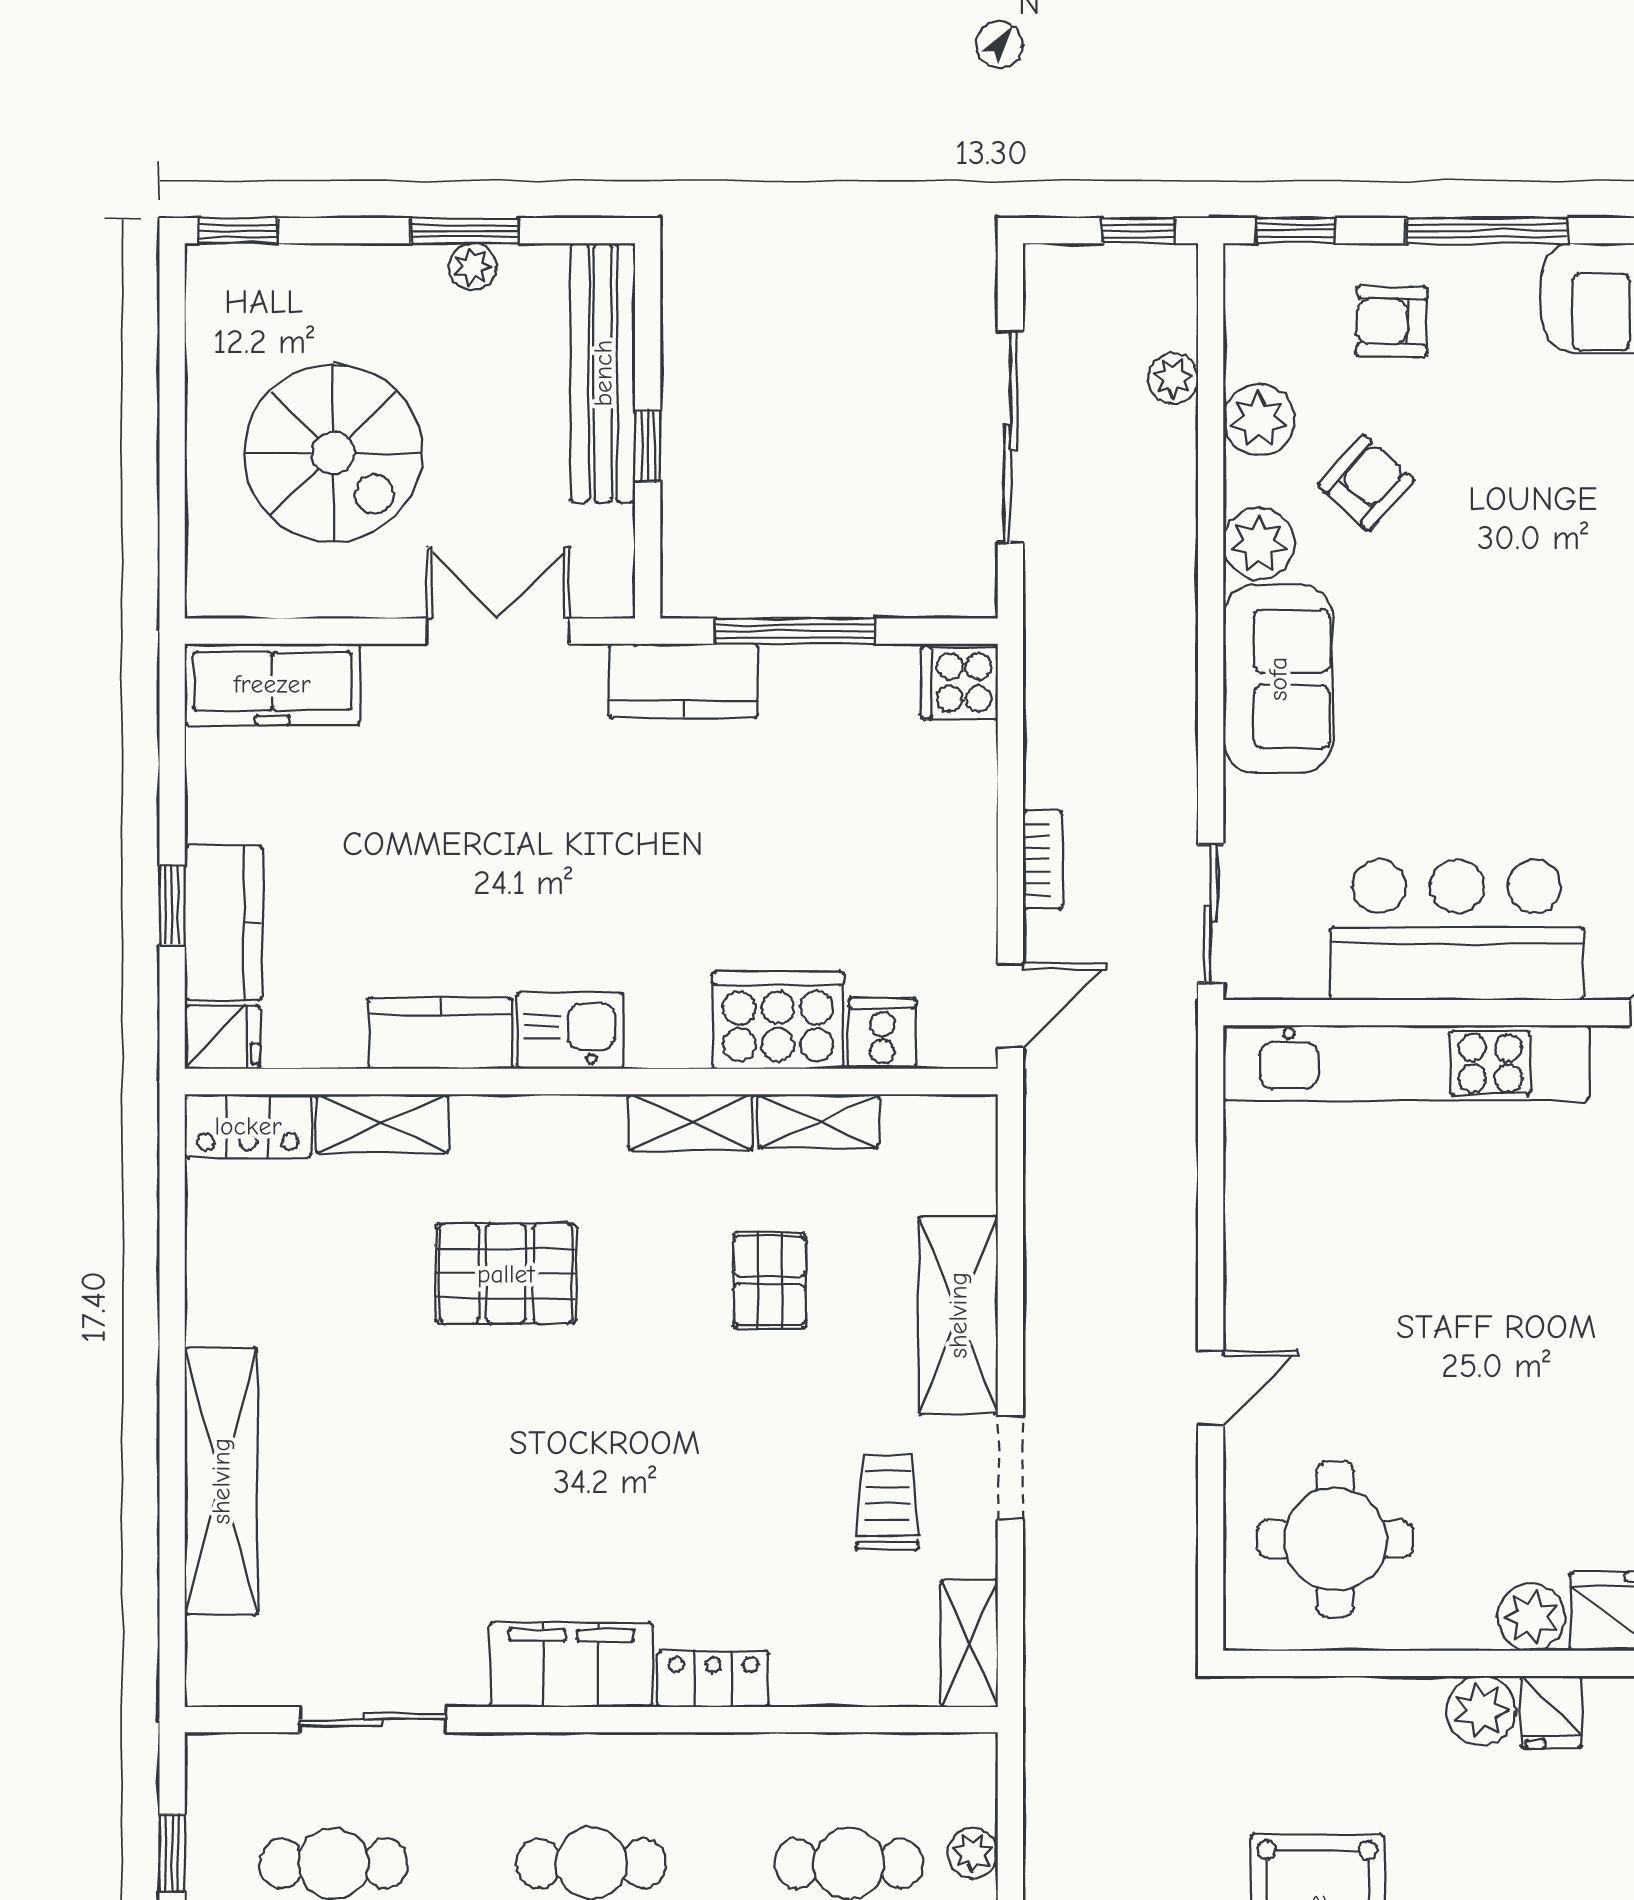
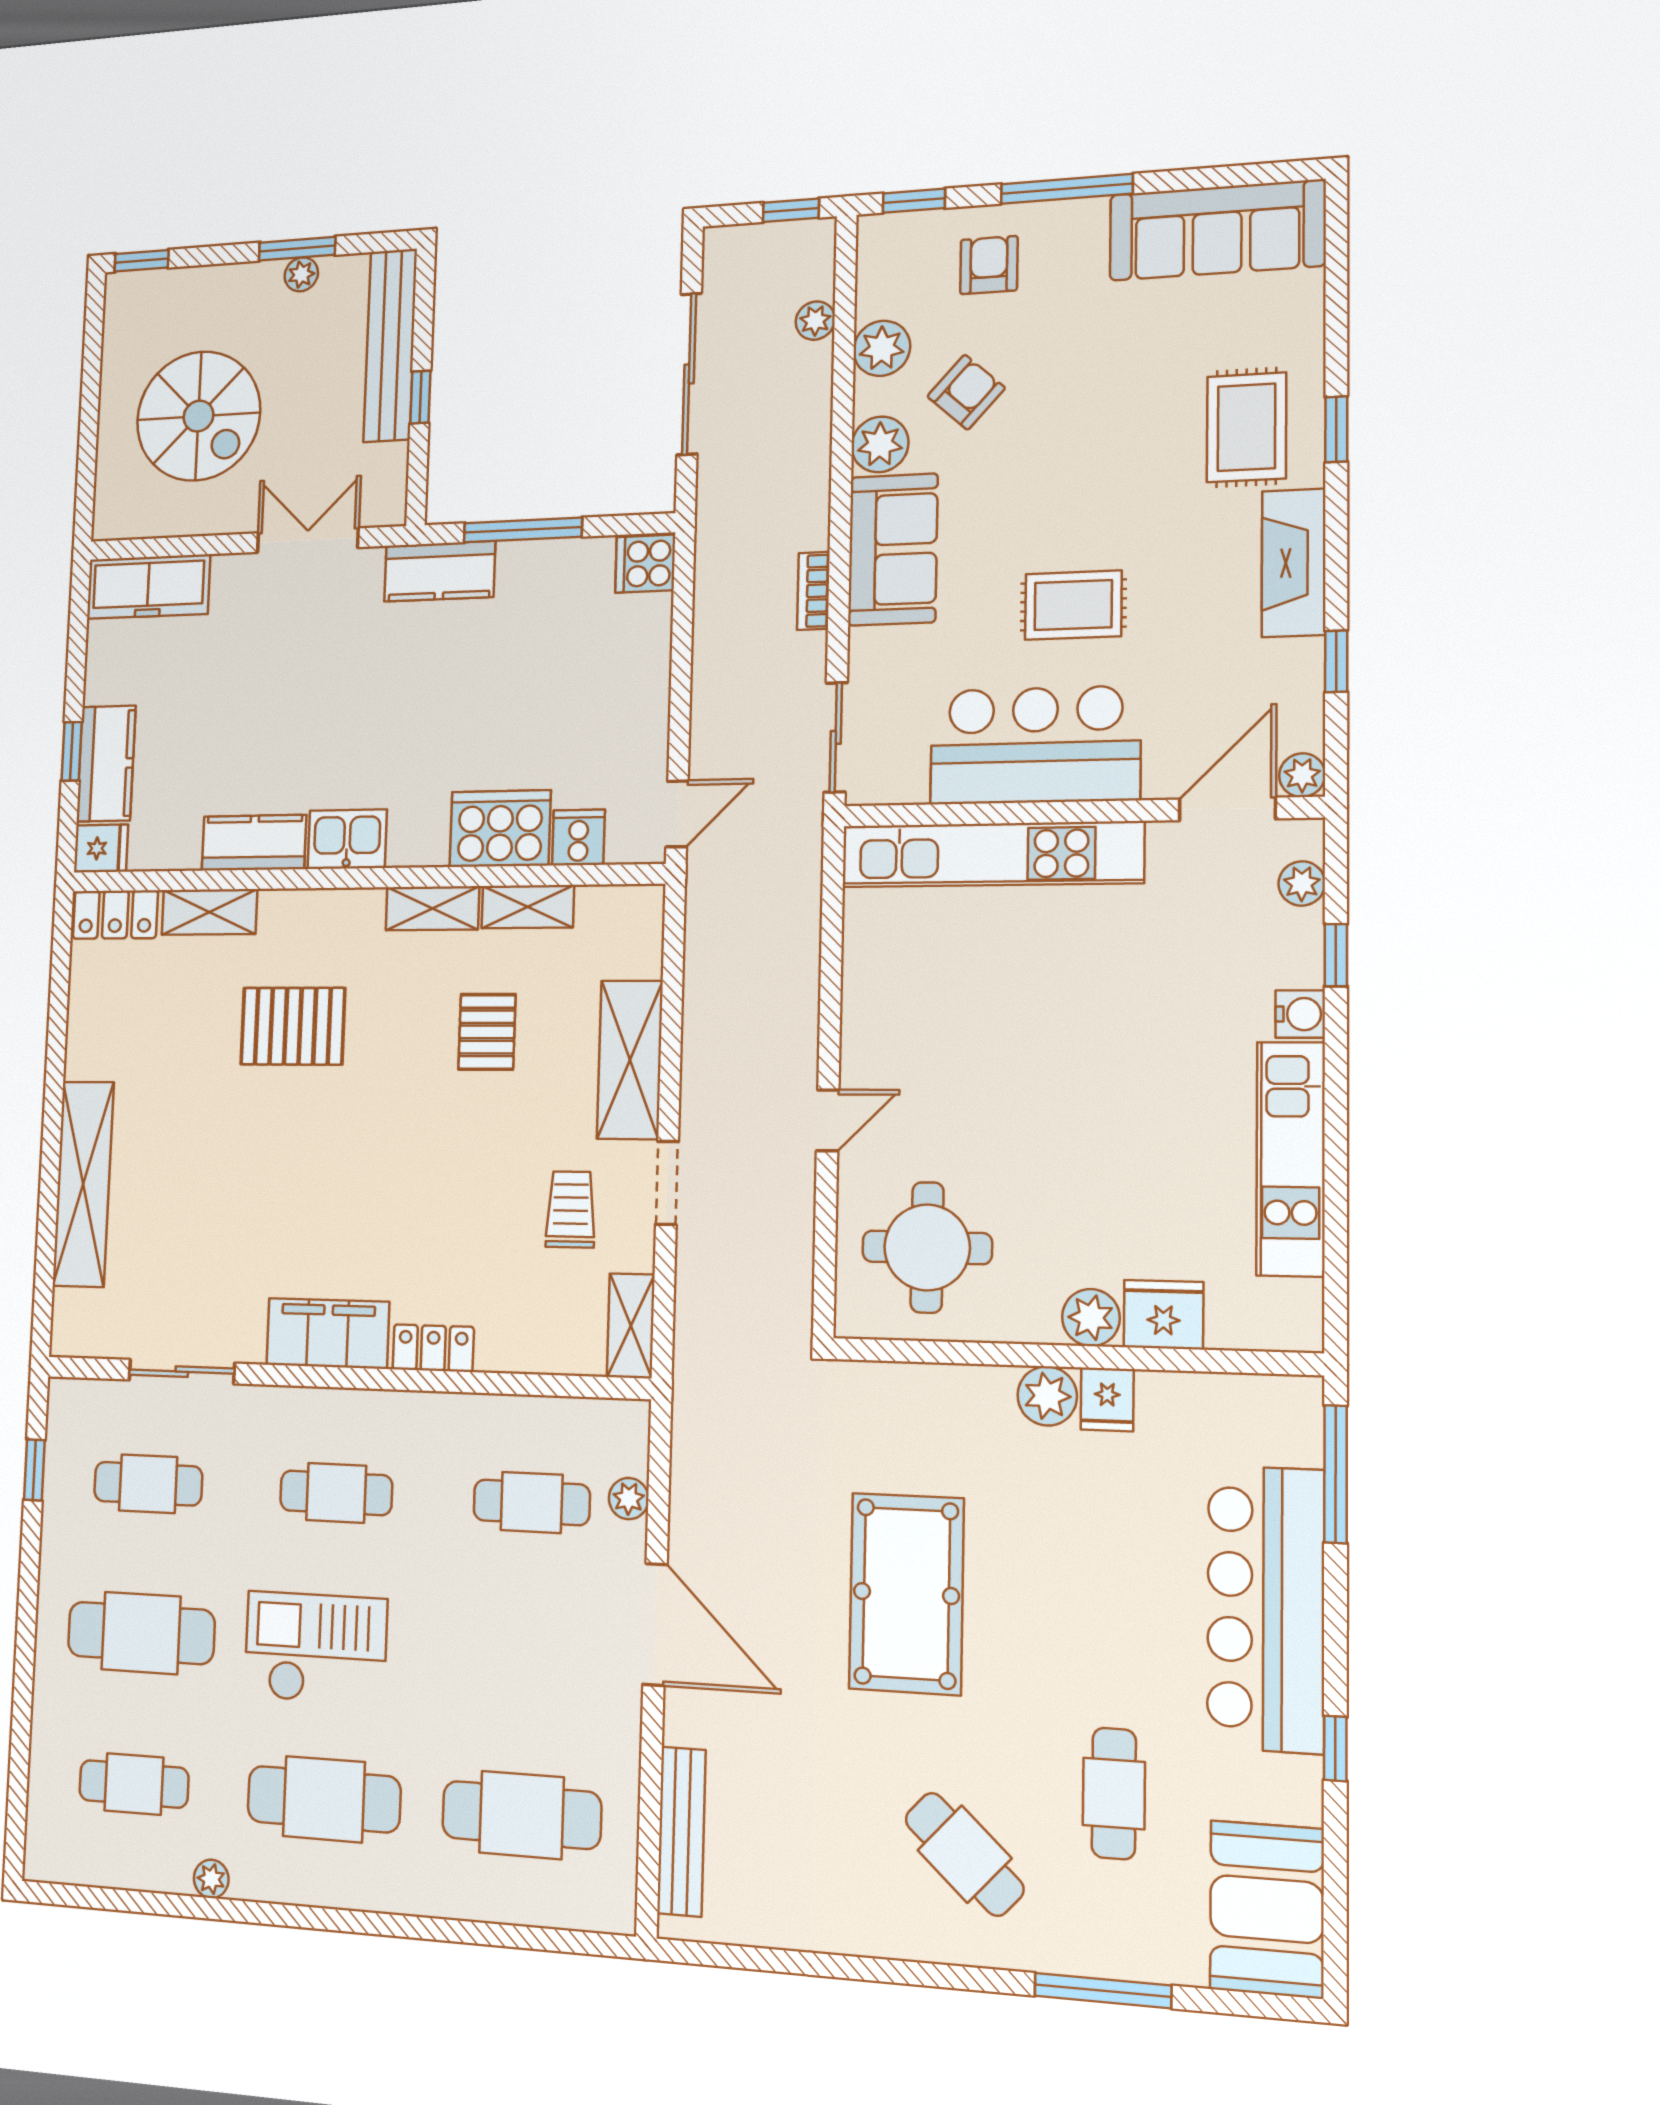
armchair: (1392, 322) -> (989, 265), turned 89
rug: (1501, 758) -> (1073, 605), added
bookcase: (1043, 860) -> (813, 591), moved, turned 180

